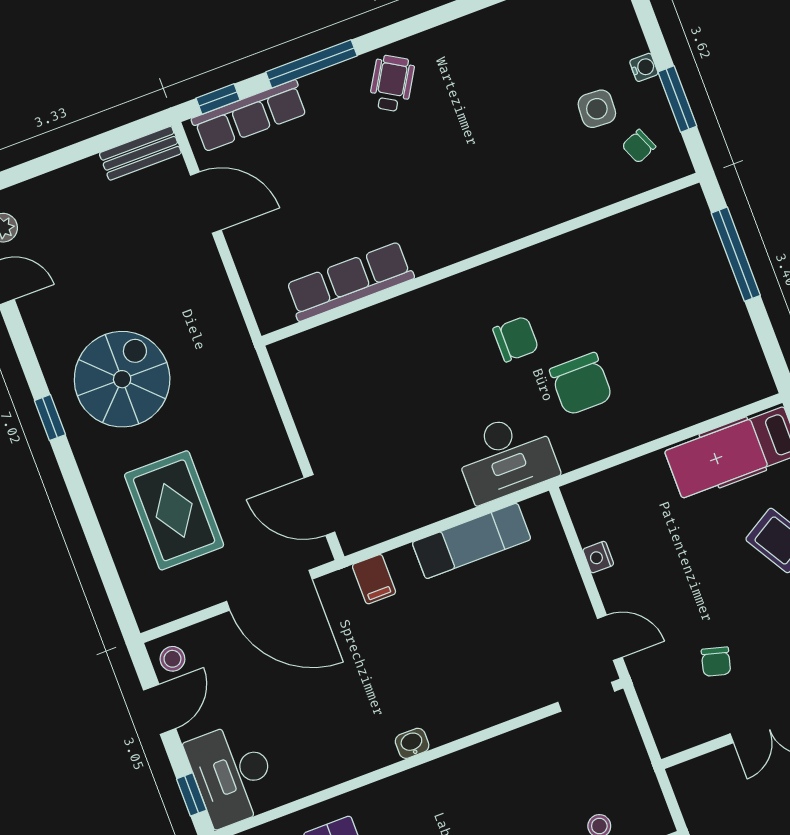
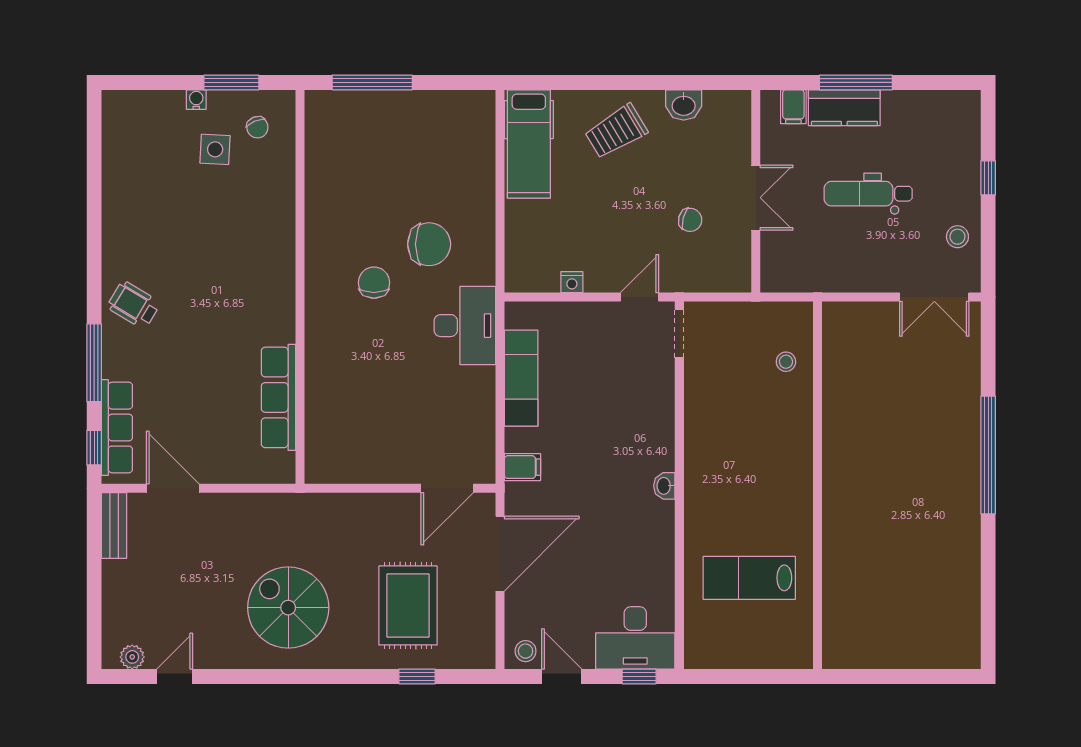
door: (206, 203) -> (173, 488), hinge flipped
window: (50, 418) -> (417, 676), moved
rug: (174, 510) -> (408, 605), turned 90

